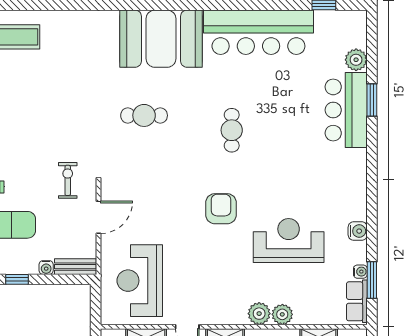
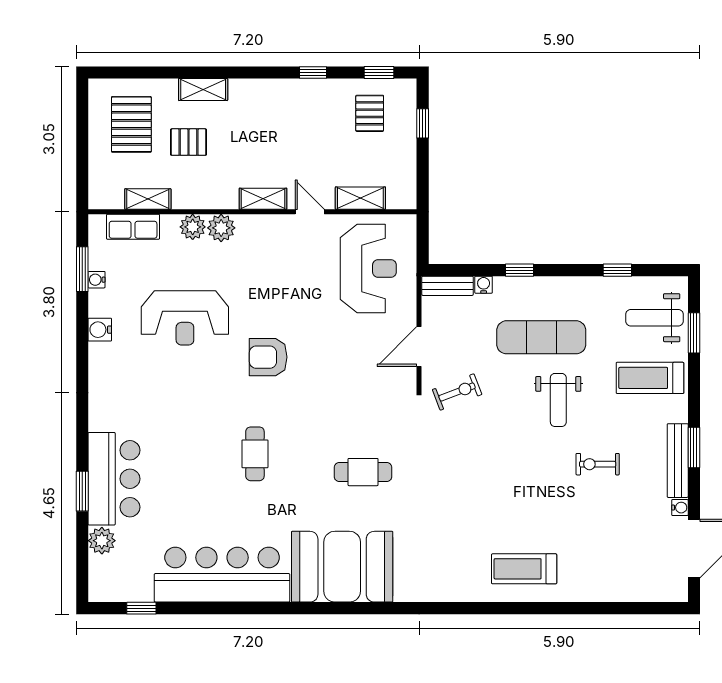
exercise bike: (68, 180) -> (457, 392), turned -111
armchair: (221, 209) -> (268, 357), turned 90
row of seats: (357, 301) -> (133, 227), moved, turned 90

